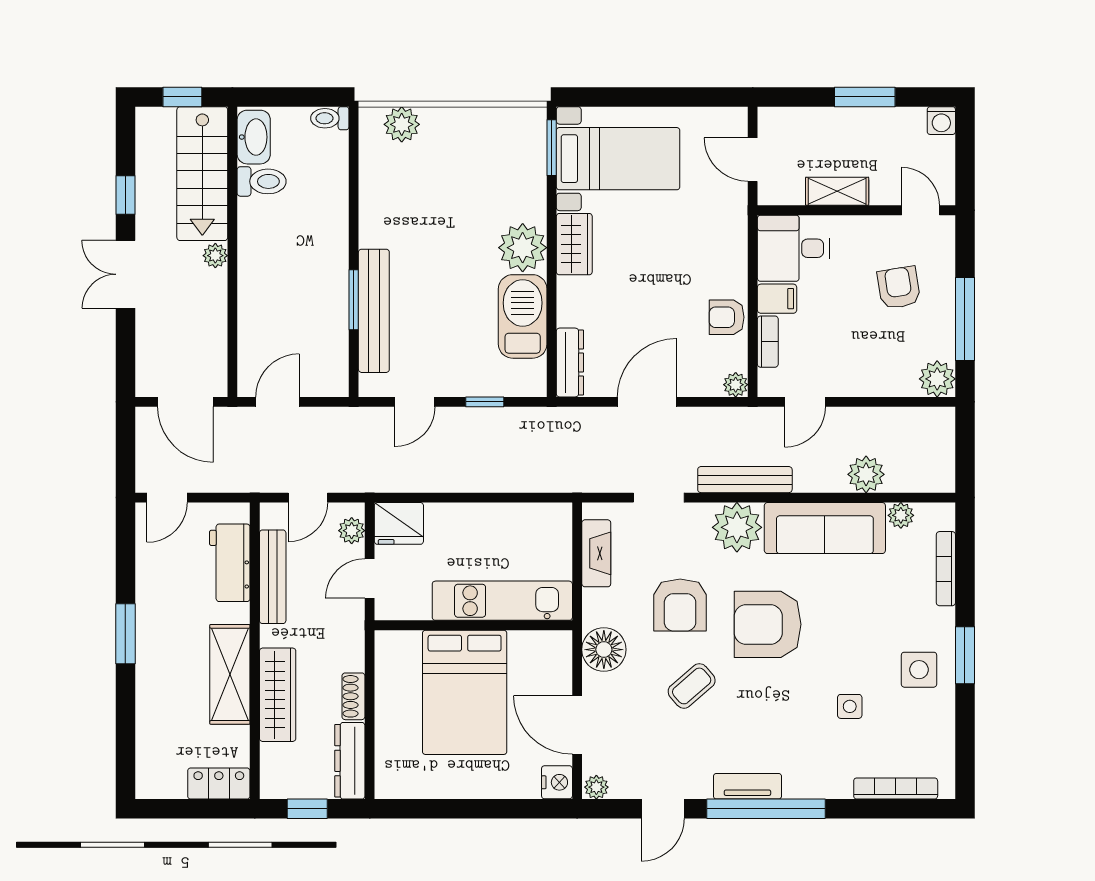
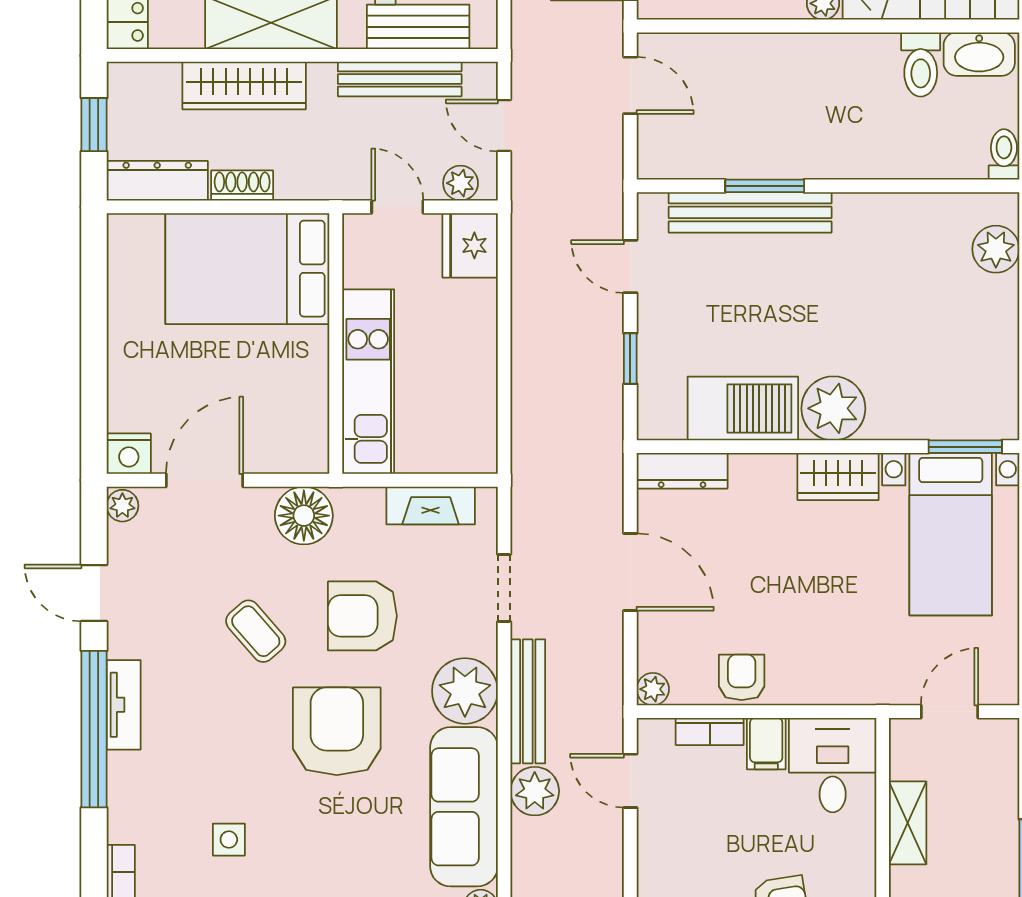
plant: (866, 474) -> (535, 791), moved
bed: (465, 692) -> (247, 269), moved

